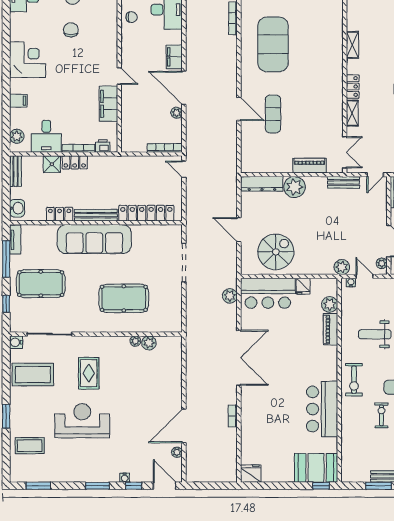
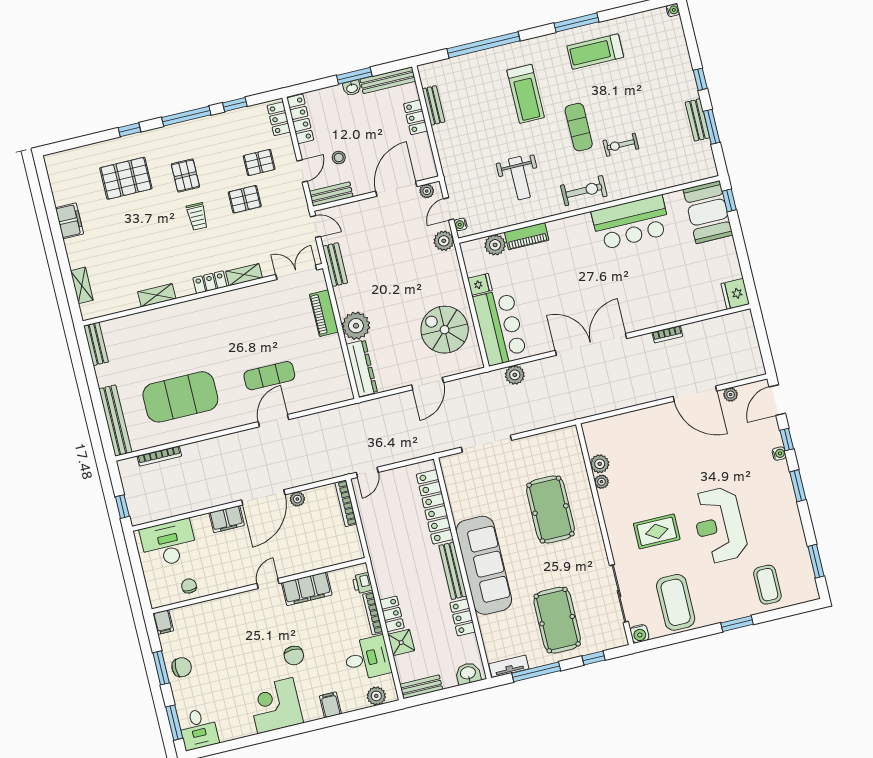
chair: (71, 30) -> (294, 655), moved, turned -90

